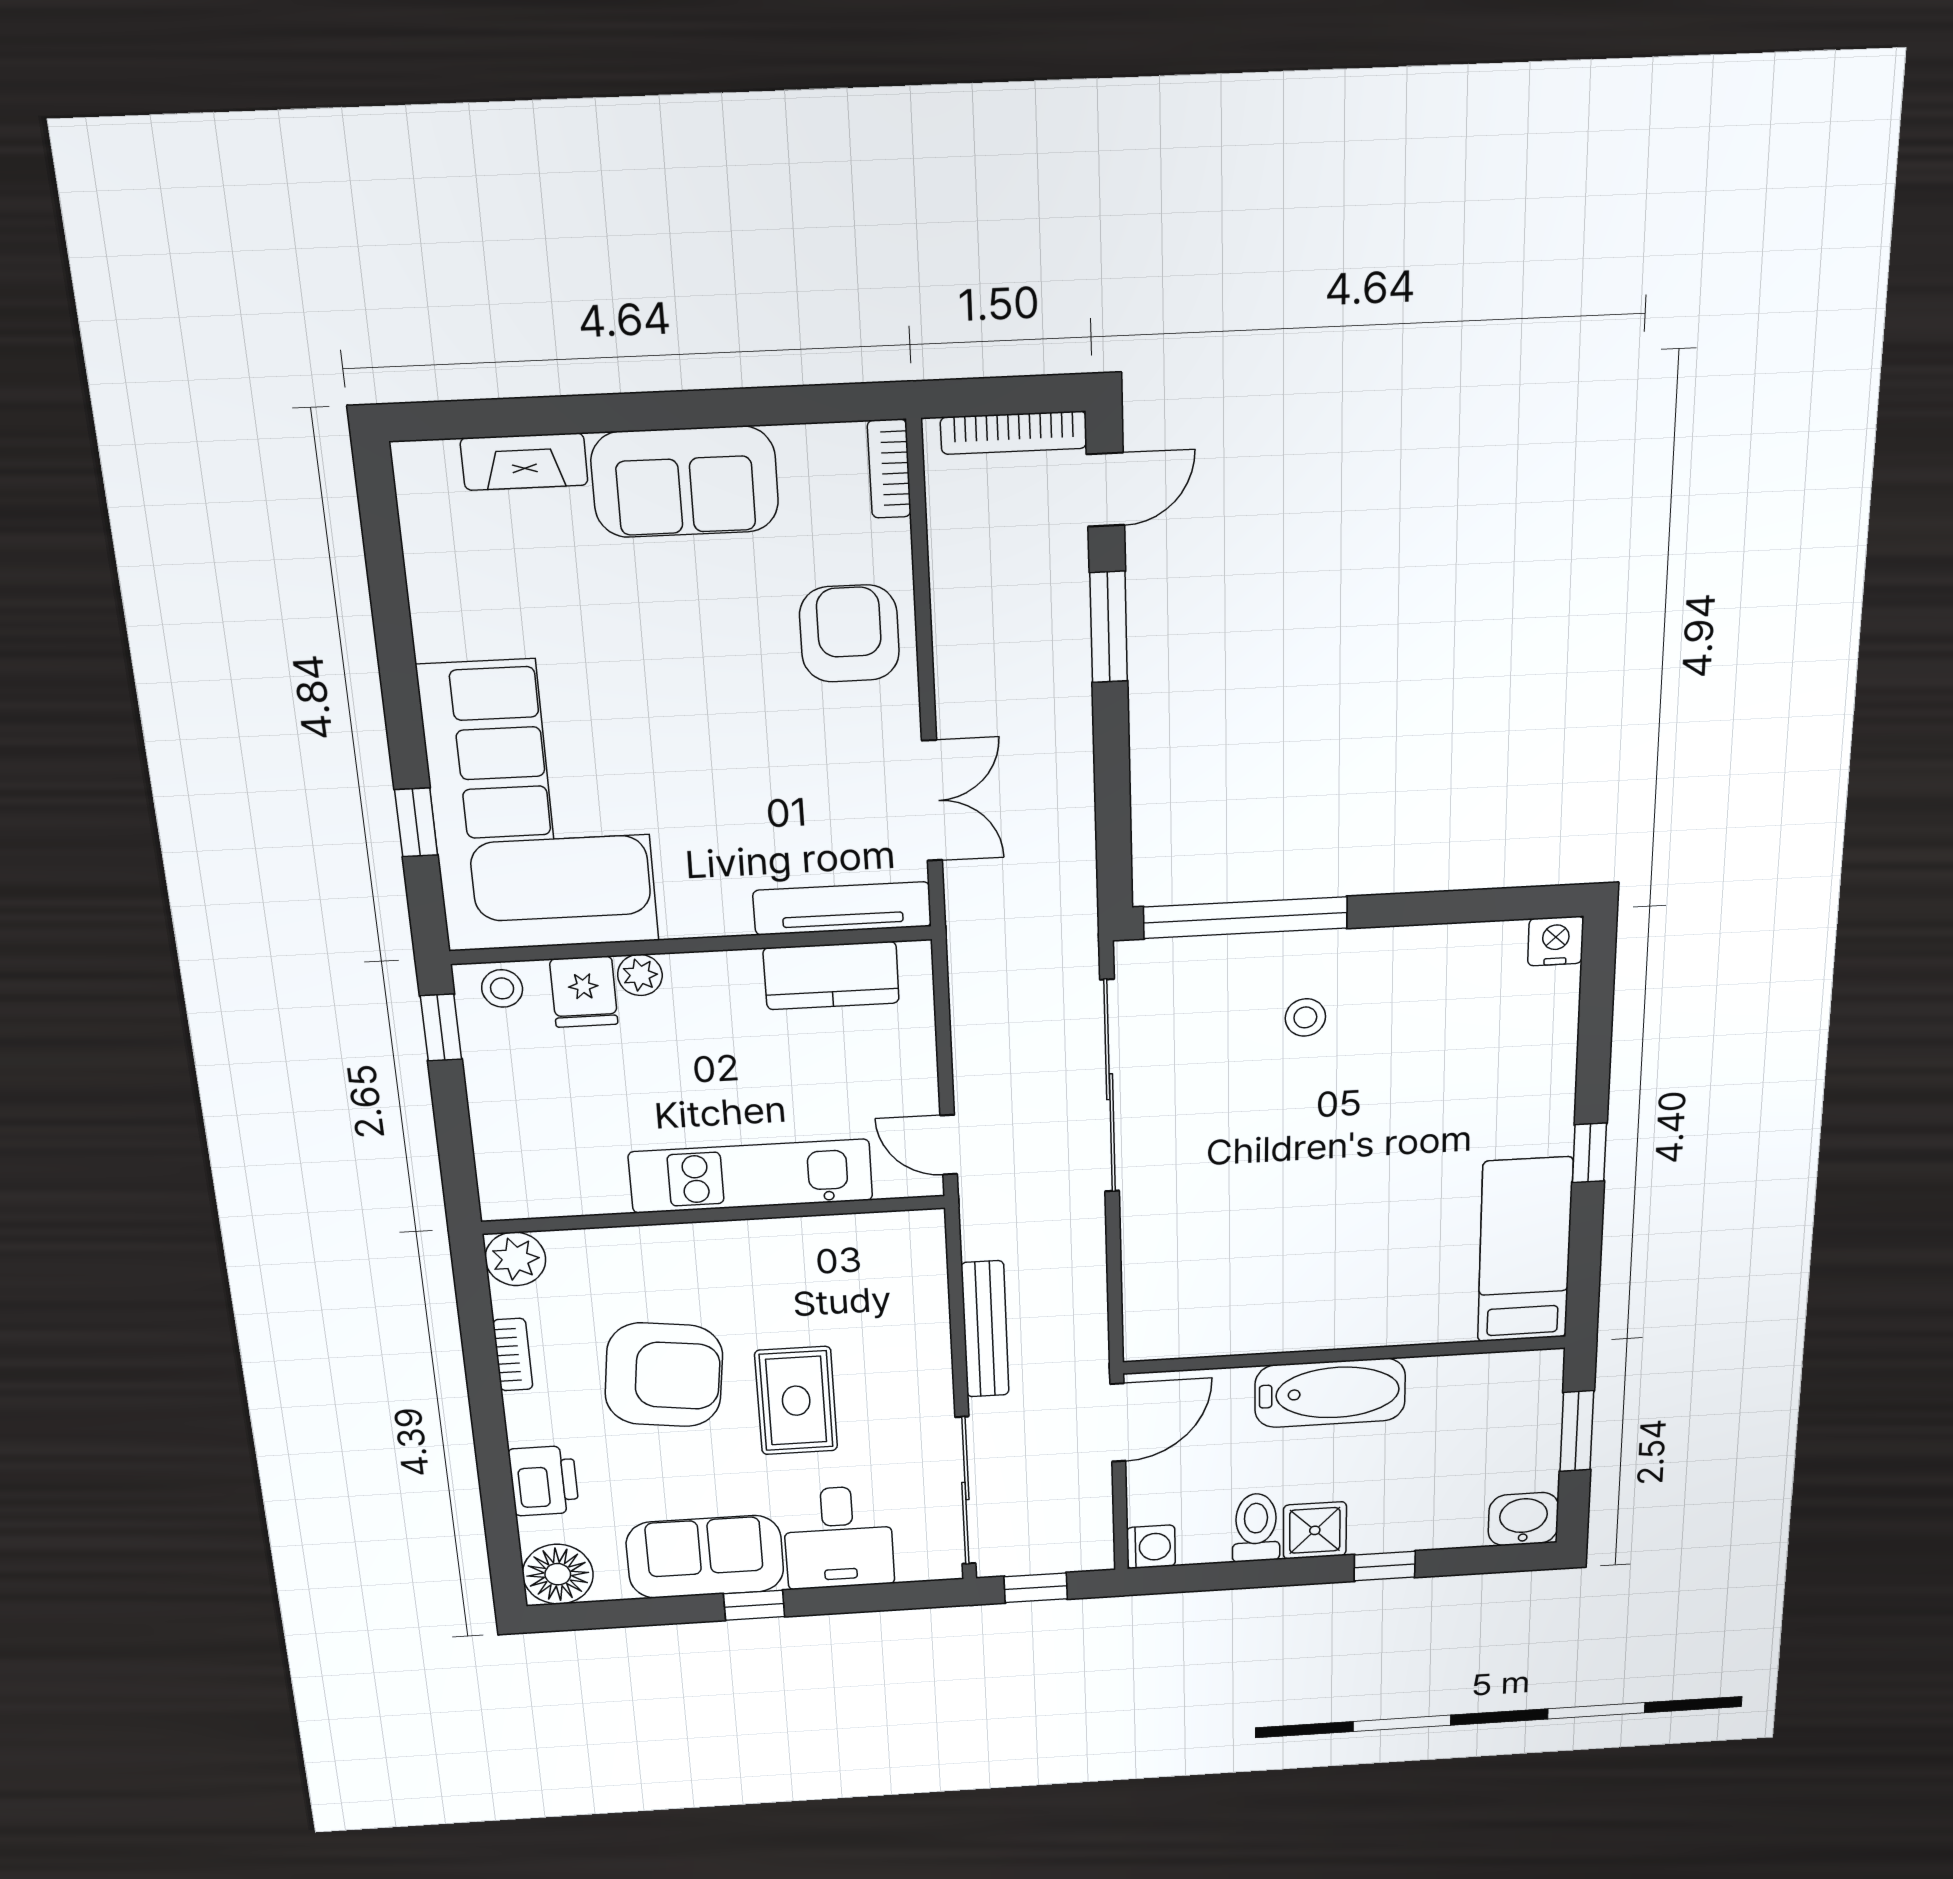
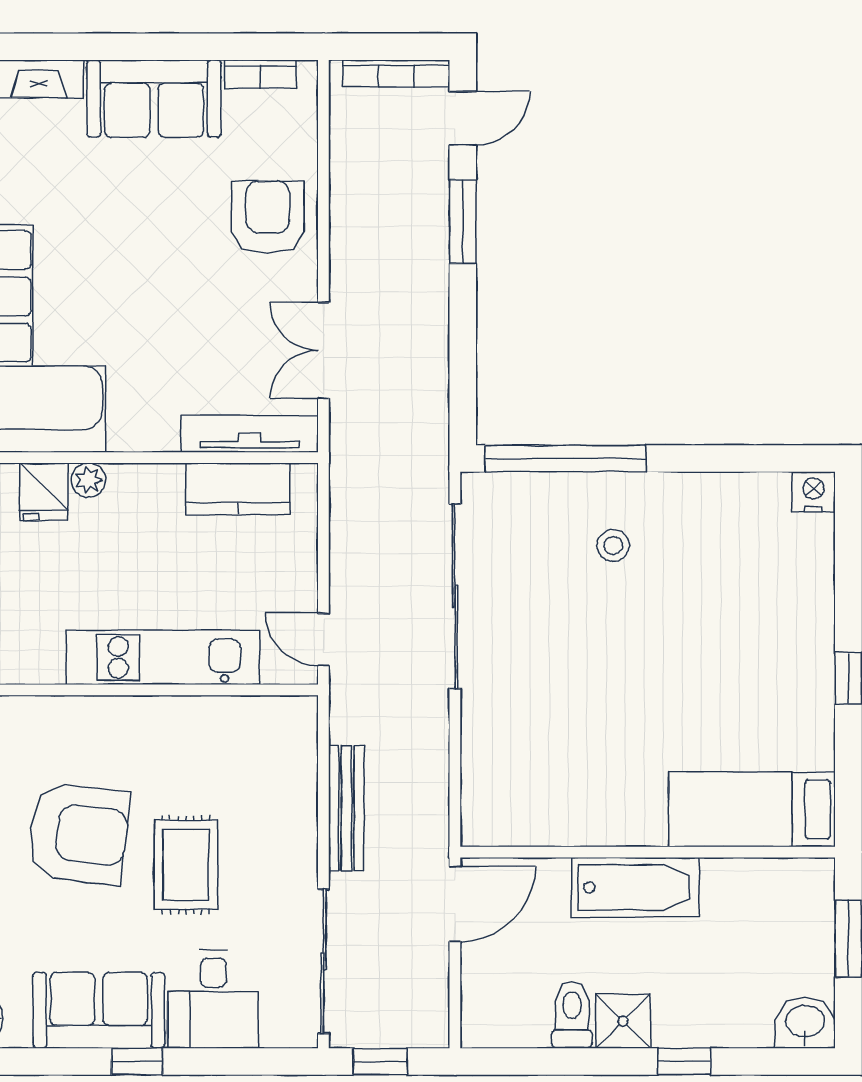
bookcase: (889, 469) -> (260, 74), moved, turned -90
double door: (932, 801) -> (323, 350), swing flipped
bed: (1525, 1250) -> (752, 809), moved, turned -90
washing machine: (1151, 1547) -> (481, 1028), removed

